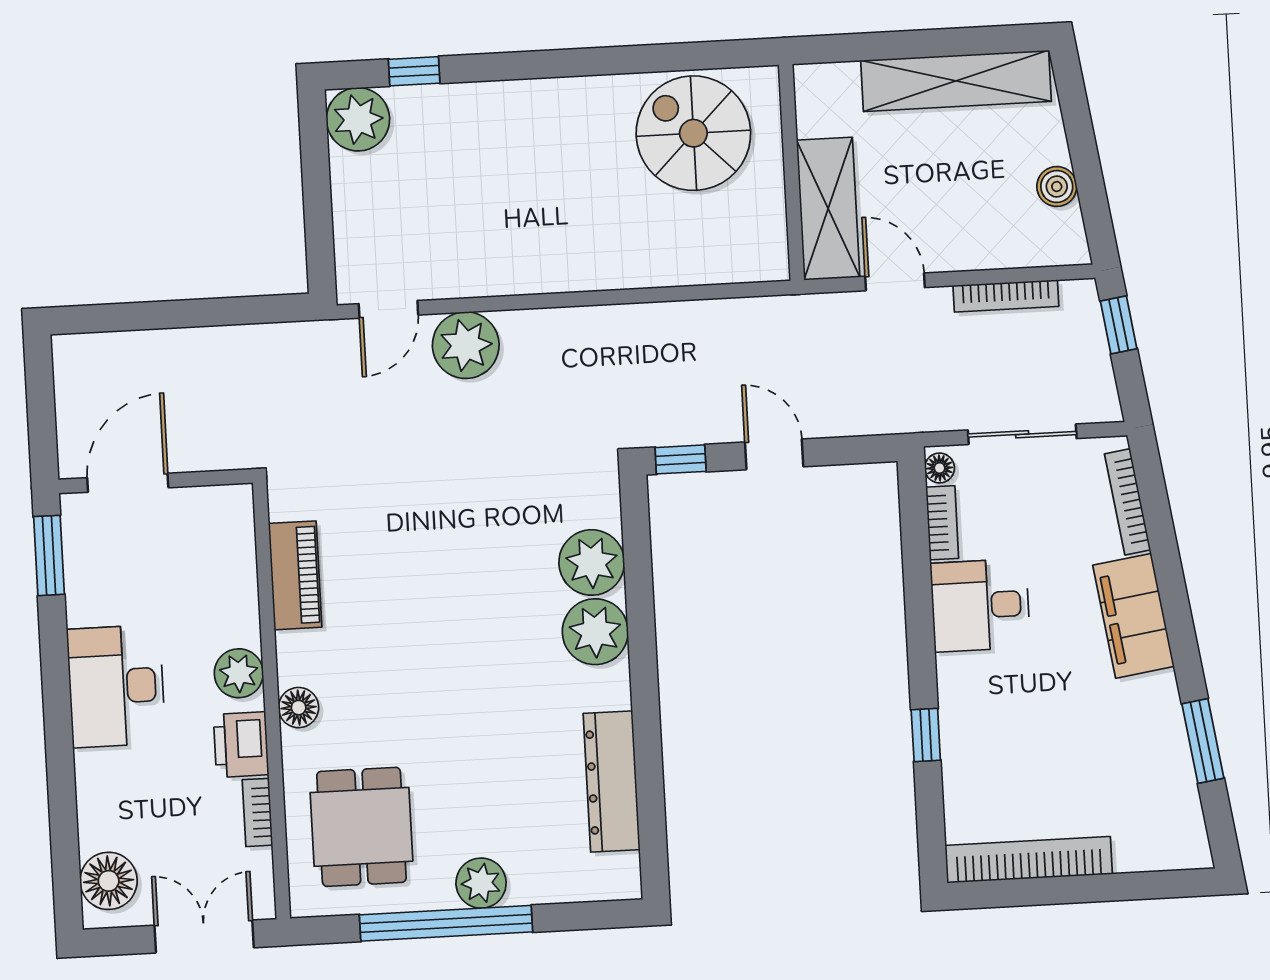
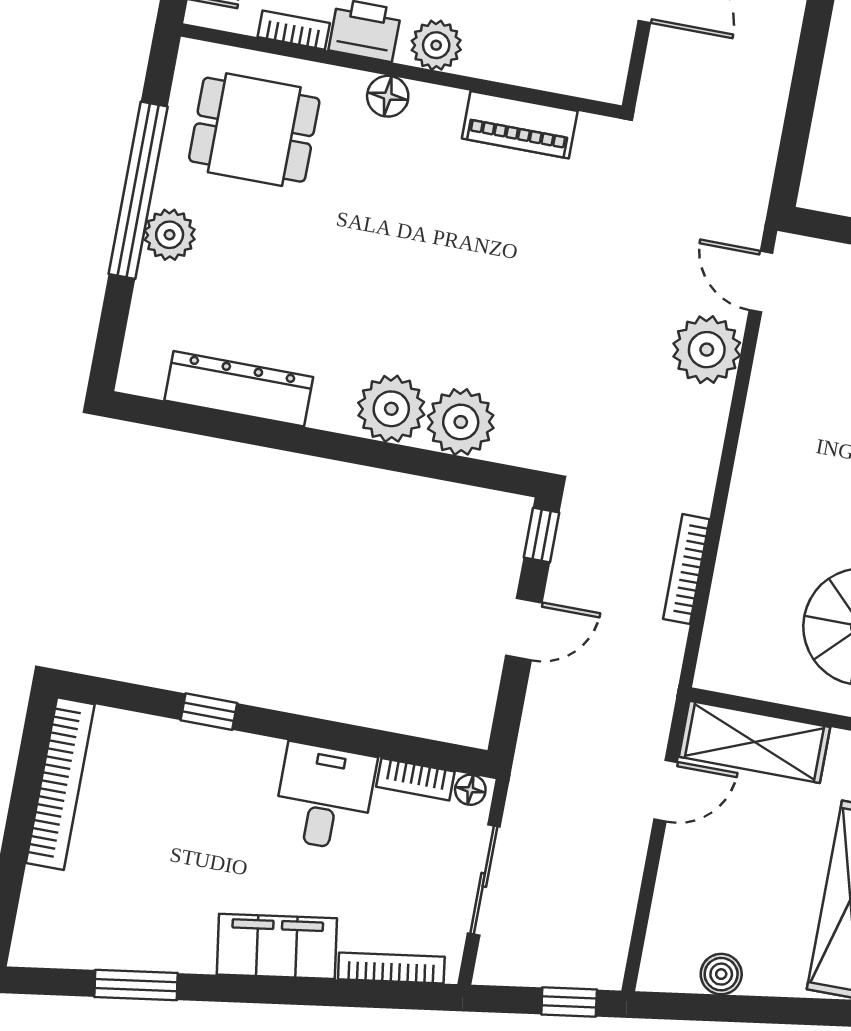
bookcase: (1006, 296) -> (686, 569), moved

